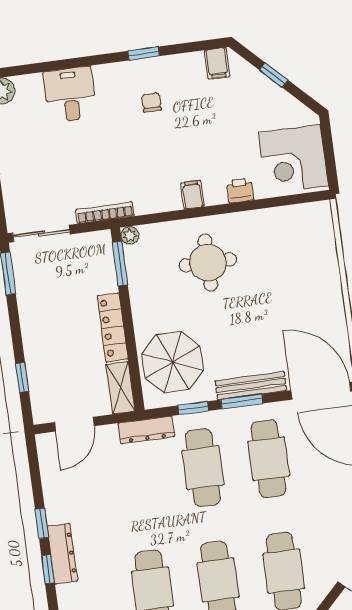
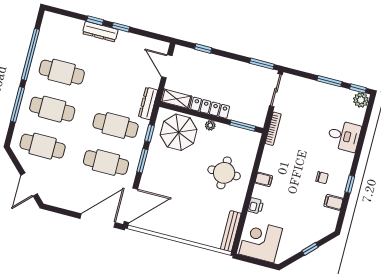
filing cabinet: (217, 63) -> (334, 202), moved
plant: (130, 235) -> (210, 125), moved
bench: (251, 386) -> (231, 231), moved

